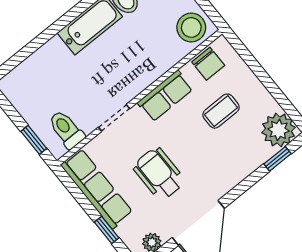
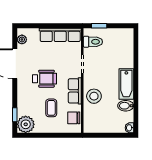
stool: (191, 27) -> (94, 96), moved
wheelchair: (159, 174) -> (45, 79), moved
window: (107, 230) -> (41, 26), removed

